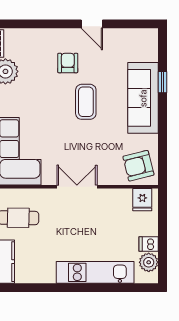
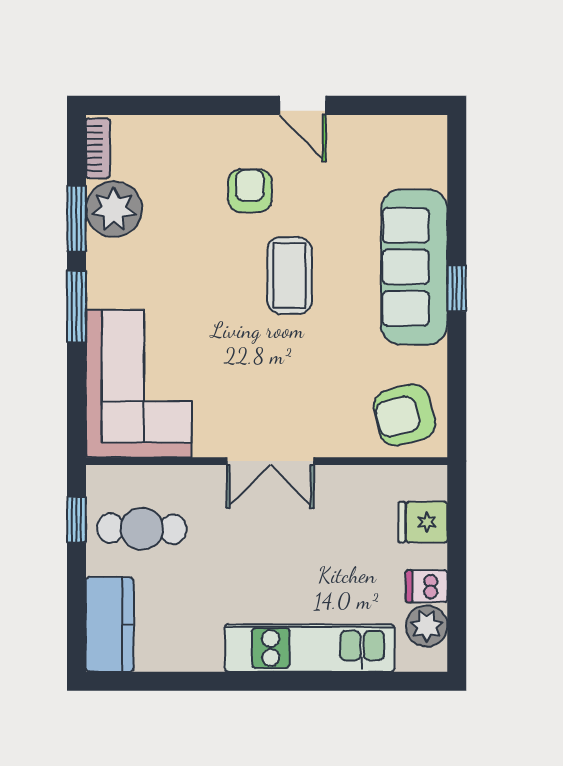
window: (162, 82) -> (457, 288), moved
double door: (77, 187) -> (270, 461), swing flipped
fridge: (142, 200) -> (423, 522), moved, turned 90

